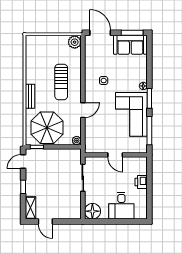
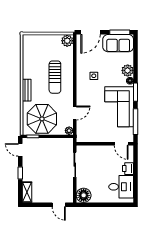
door: (100, 33) -> (91, 32), swing flipped
plant: (141, 75) -> (128, 70), added
door: (83, 110) -> (75, 113), moved
door: (115, 155) -> (121, 144), moved
door: (23, 162) -> (20, 150), hinge flipped
desk: (121, 206) -> (121, 187), moved, turned -90
door: (45, 221) -> (59, 205), moved

